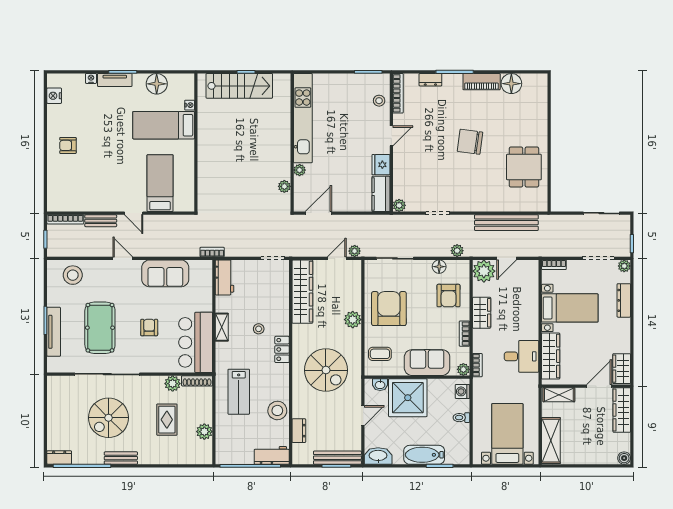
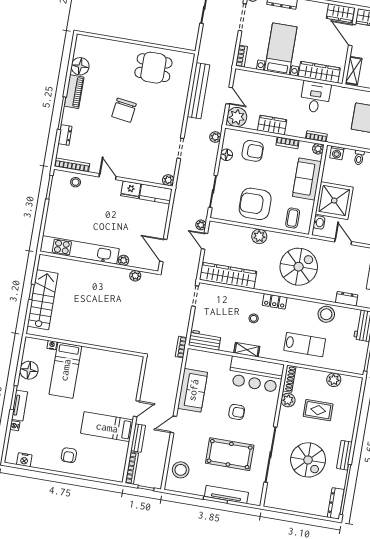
bed: (160, 183) -> (107, 427), moved
armchair: (149, 328) -> (237, 412), turned 180
dresser: (59, 457) -> (336, 503), width x1.44

